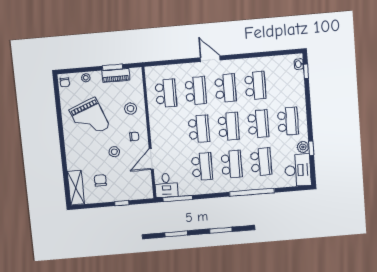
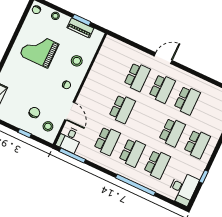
door: (210, 59) -> (163, 58), hinge flipped
school desk: (166, 93) -> (112, 65), removed
grand piano: (89, 118) -> (39, 50), turned 111
school desk: (229, 126) -> (147, 121), removed
plant: (303, 147) -> (198, 172), removed
stool: (114, 152) -> (48, 126), moved
door: (151, 159) -> (70, 111), swing flipped
chair: (100, 180) -> (34, 113), moved

